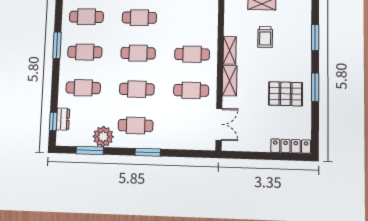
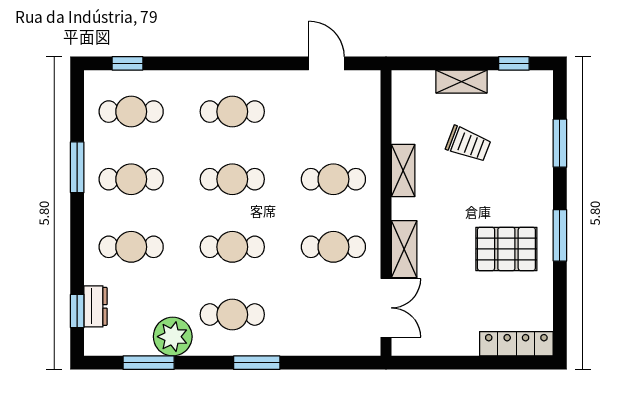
trolley: (265, 37) -> (468, 144), turned -69
shelving: (230, 81) -> (404, 249), moved

